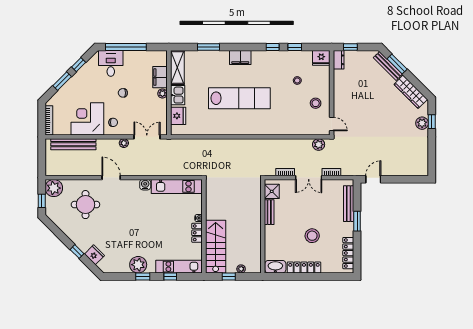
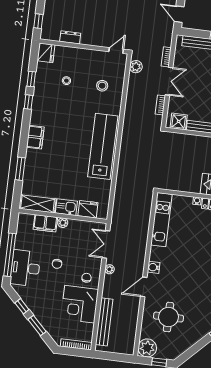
dresser: (339, 60) -> (70, 37), moved
desk: (111, 63) -> (25, 268), width x1.37
lab bench: (239, 98) -> (103, 146), moved
stool: (316, 103) -> (102, 86), moved
water cooler: (145, 185) -> (154, 267), moved

